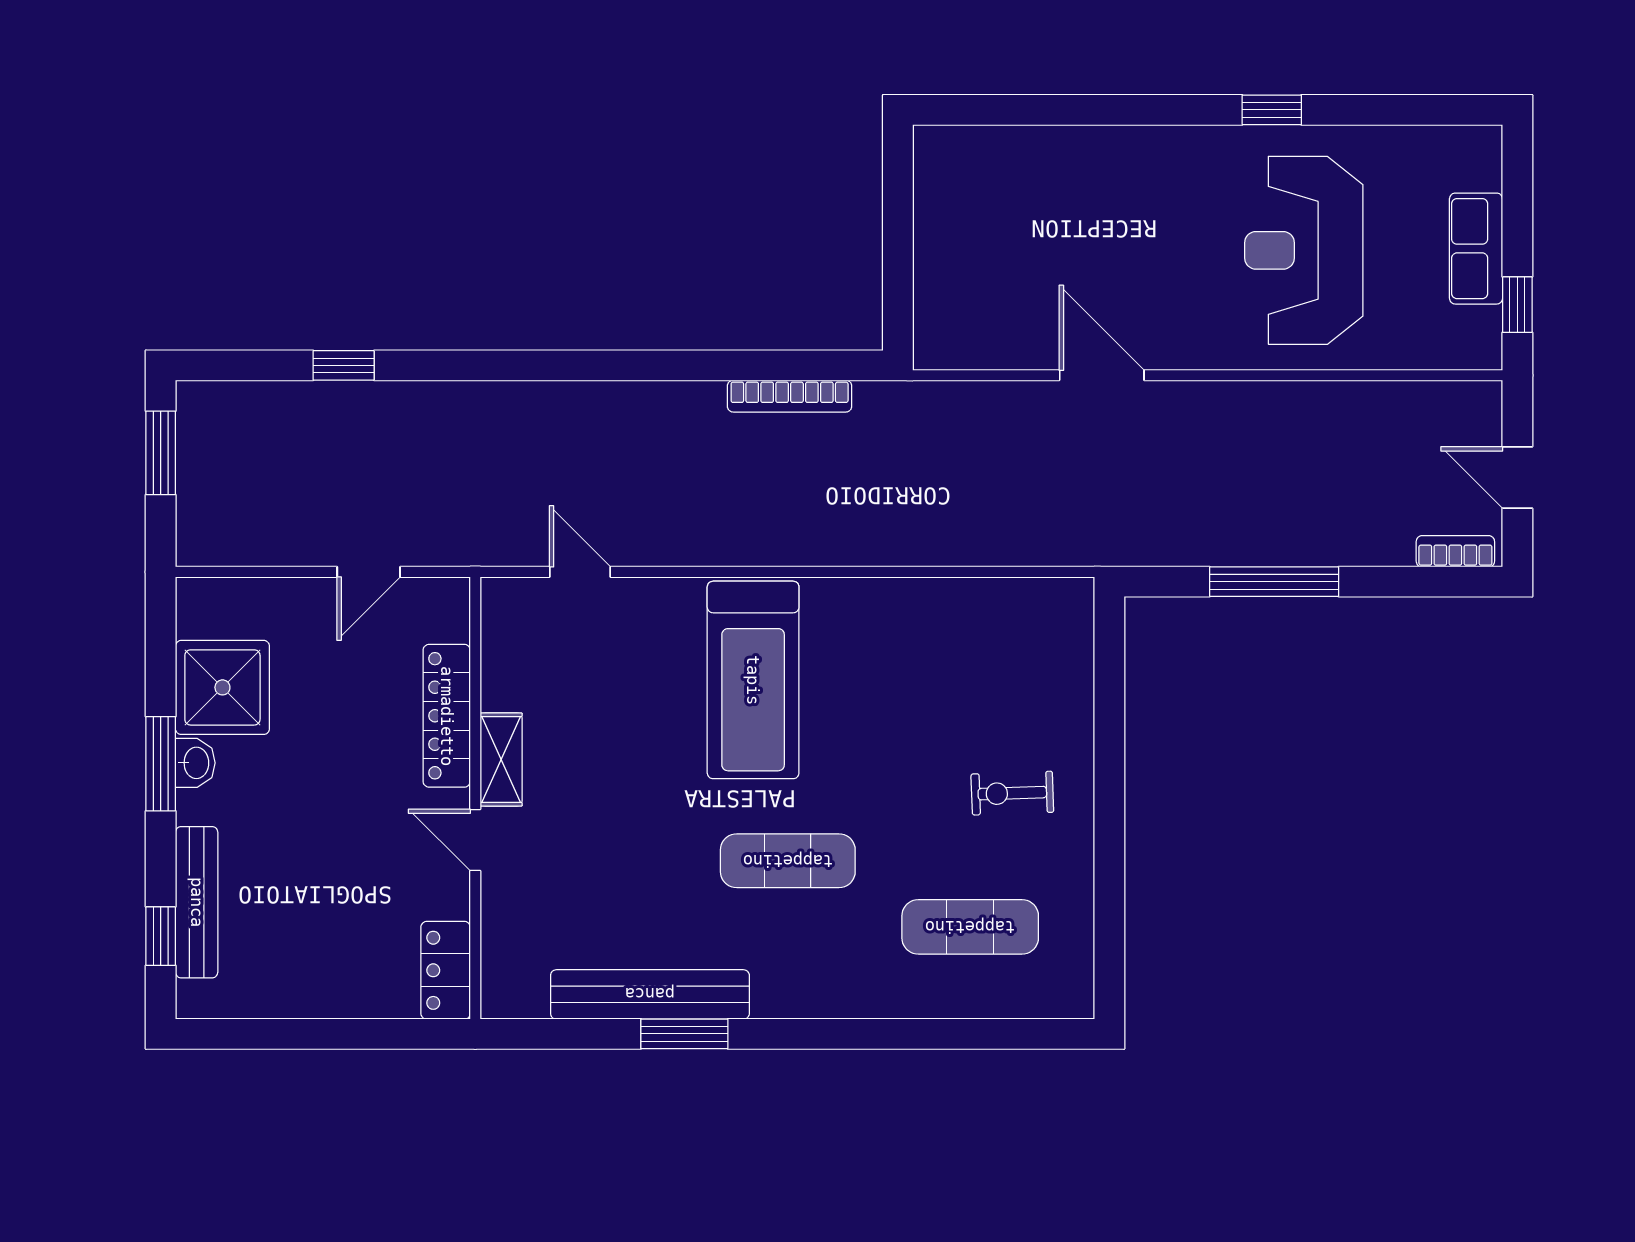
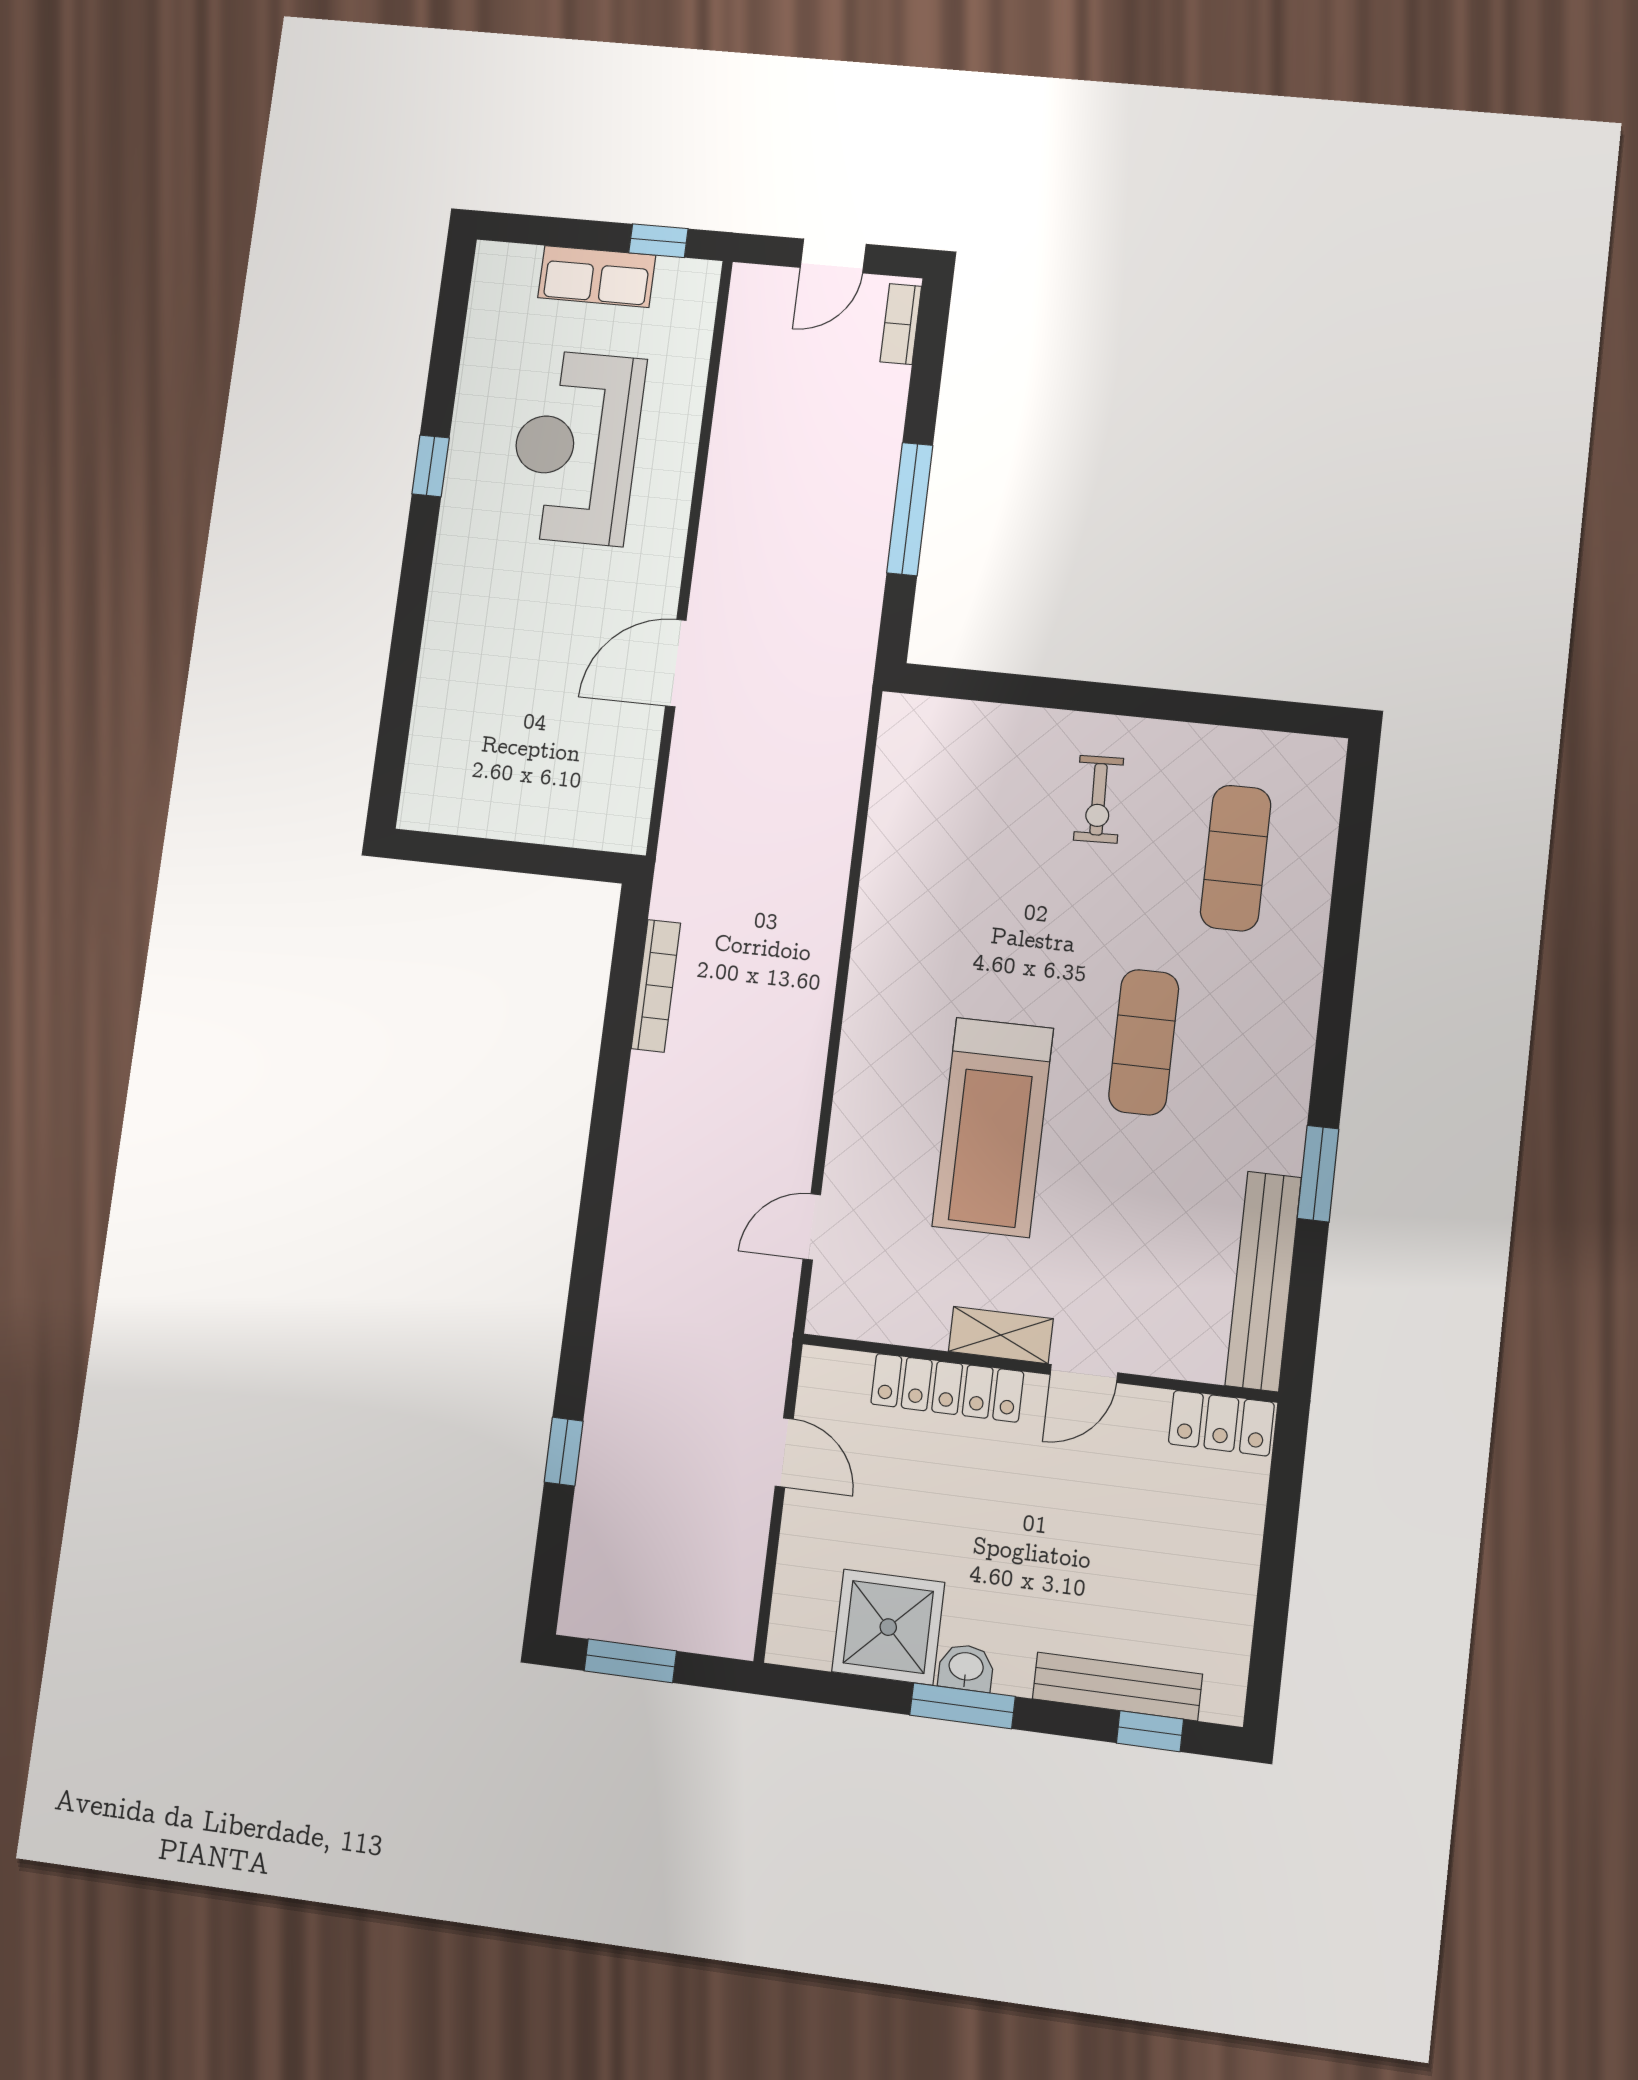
reception desk: (1304, 250) -> (576, 447), turned 90
treadmill: (753, 680) -> (993, 1127), moved, turned 90
bench: (650, 994) -> (1263, 1281), moved

